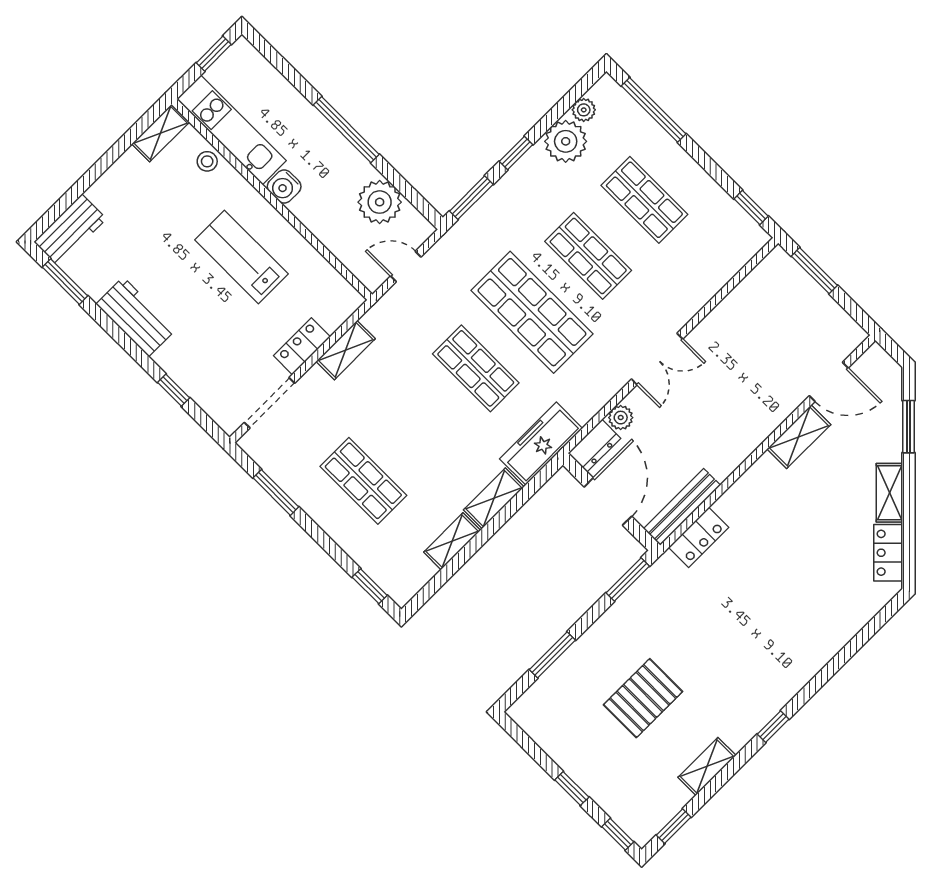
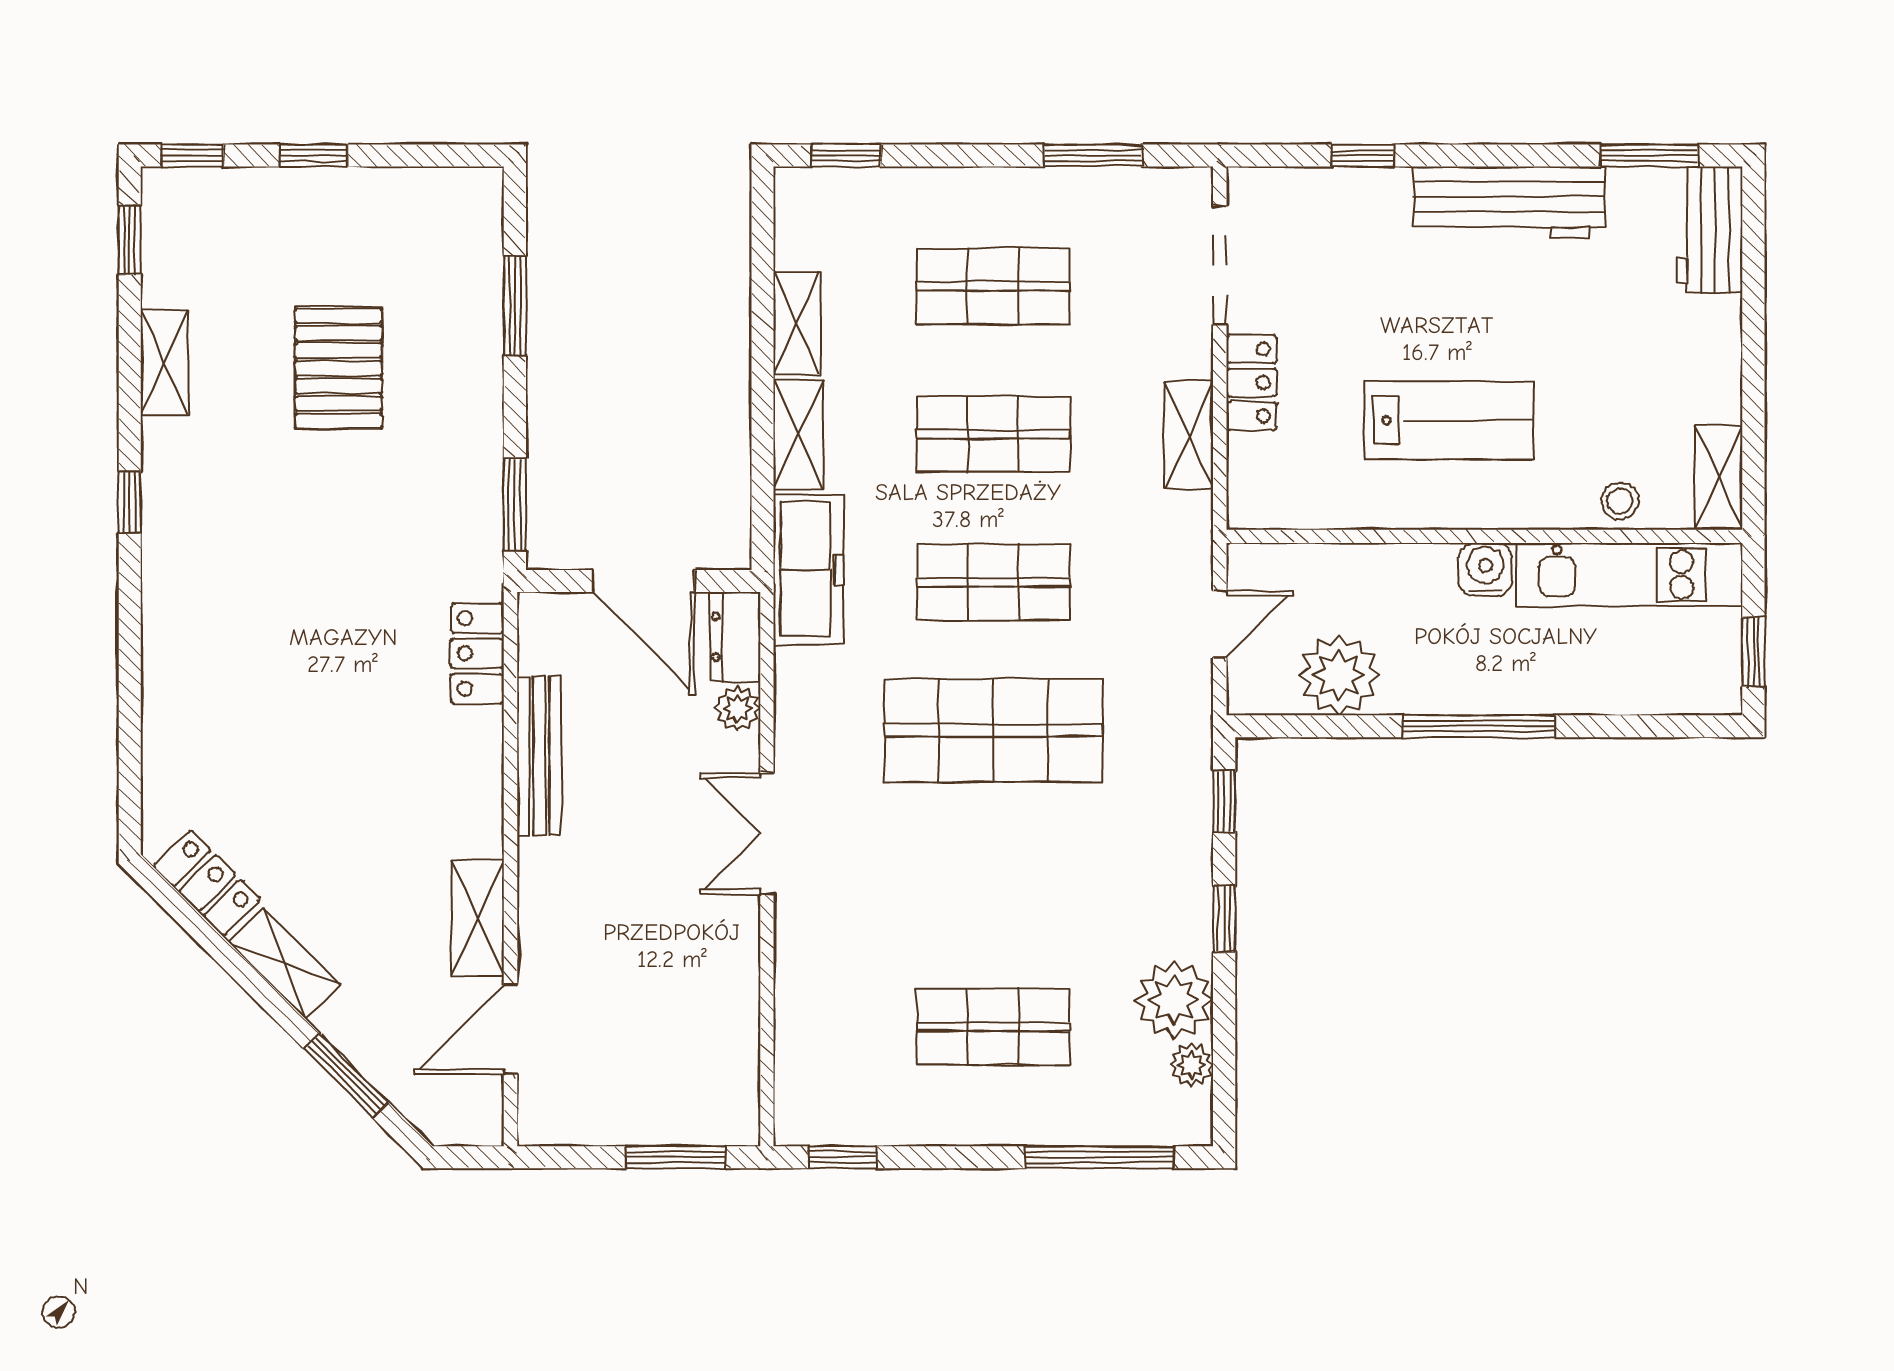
window: (471, 198) -> (1224, 801), width x0.67
shop shelf: (588, 256) -> (993, 434), moved
workbench: (136, 317) -> (1509, 202), width x1.37
bench: (682, 507) -> (539, 756), moved

